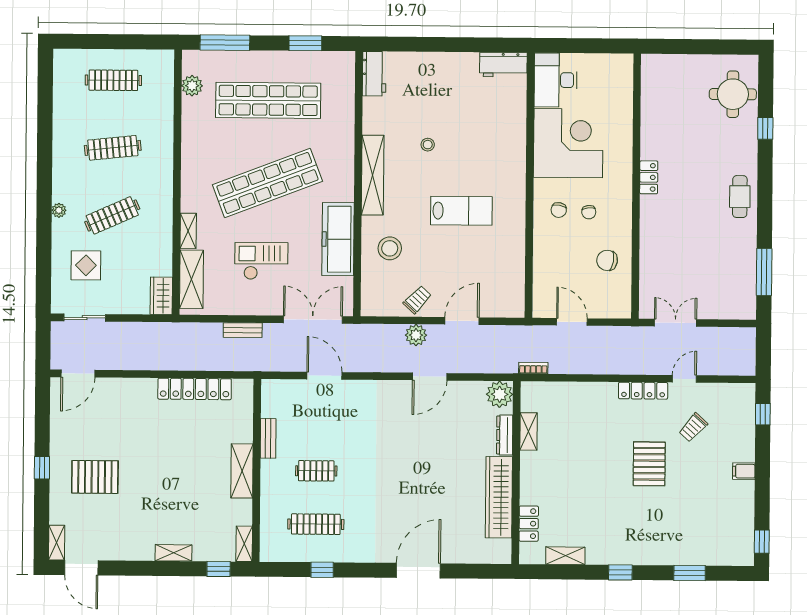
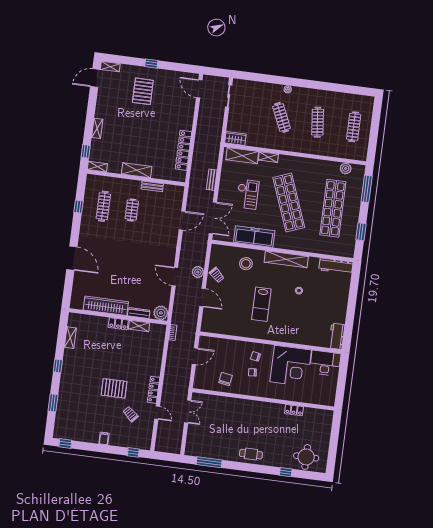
workbench: (374, 74) -> (336, 266), width x1.38
locker: (649, 177) -> (294, 410), moved
display table: (86, 265) -> (257, 100), removed
locker: (529, 524) -> (118, 324), moved

